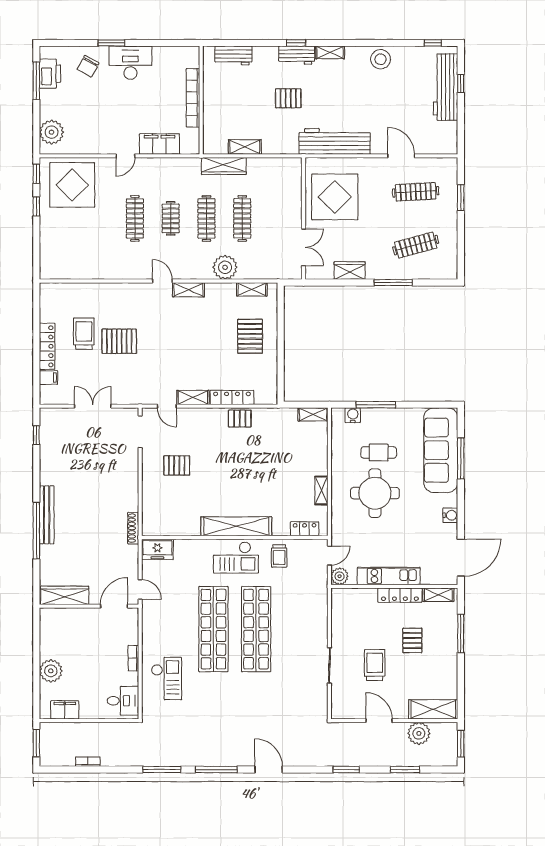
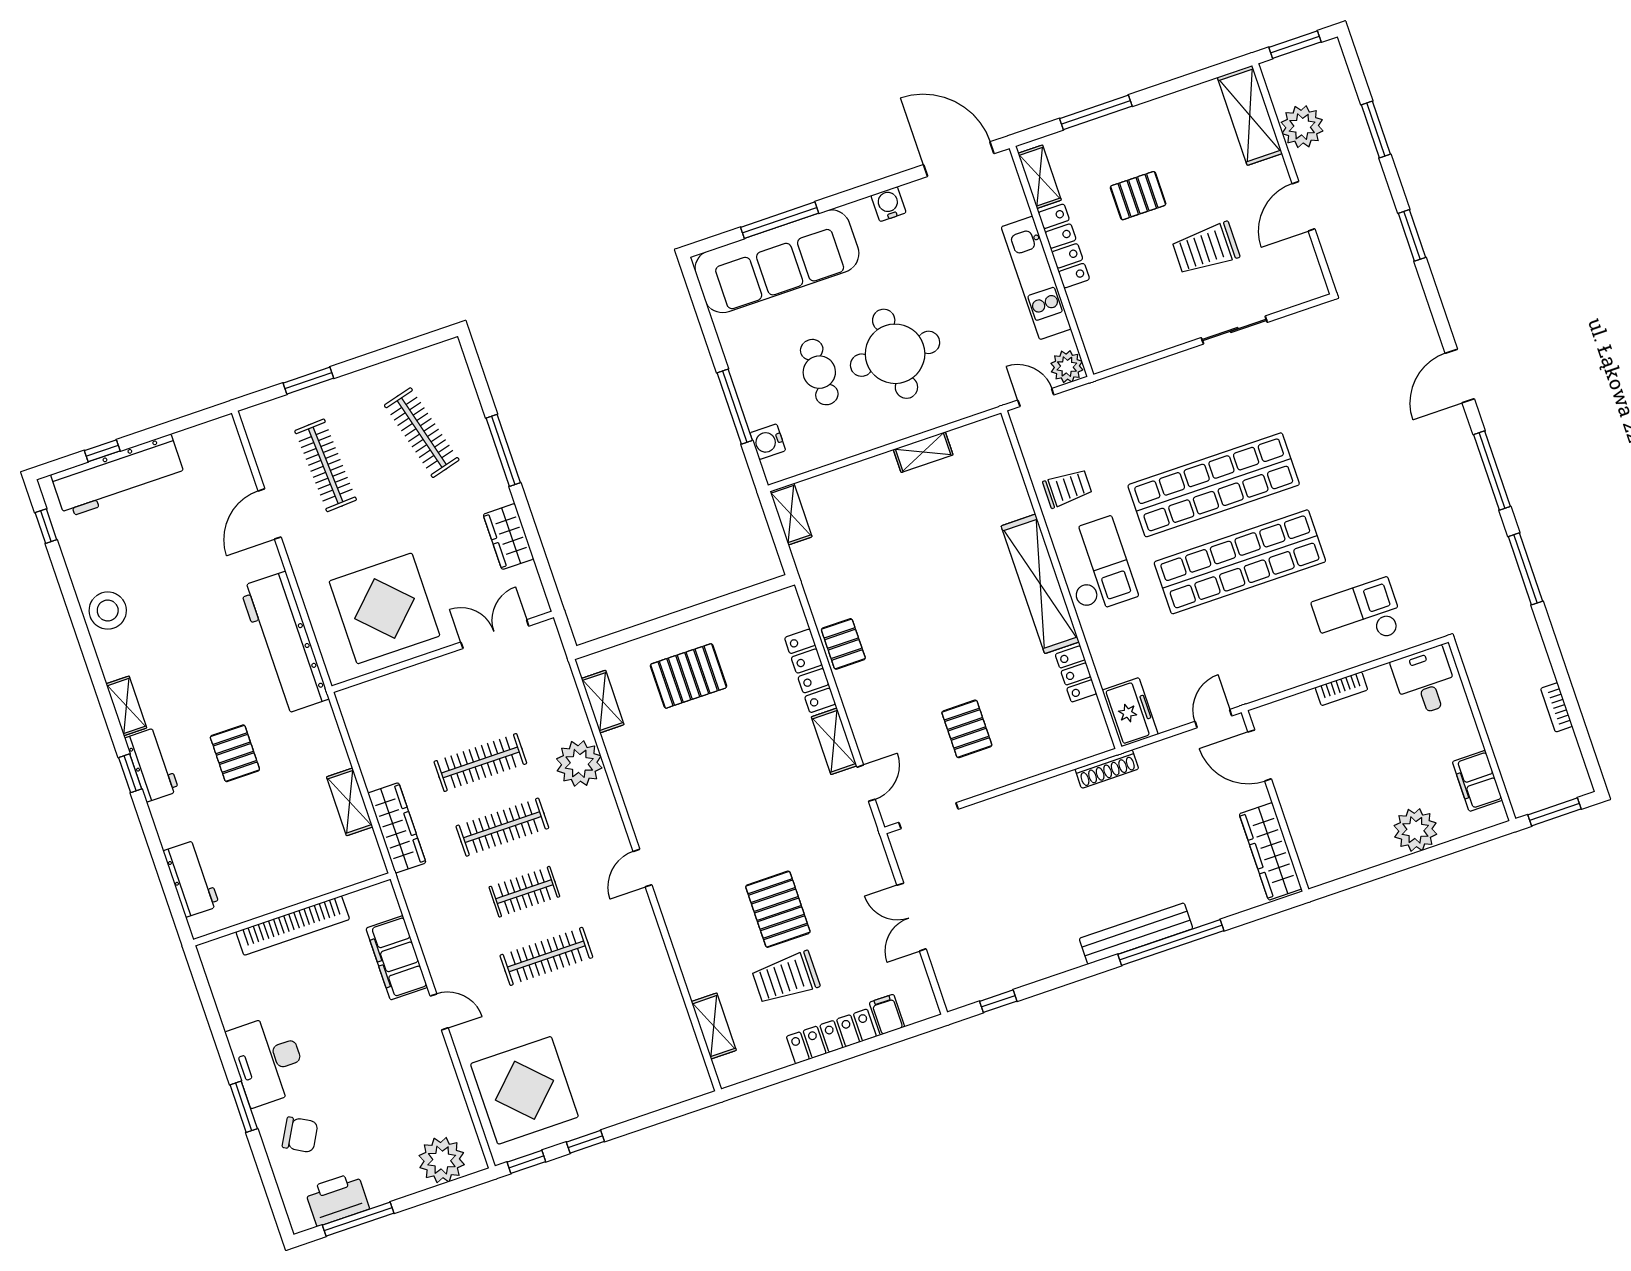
shelving: (188, 290) -> (714, 1026), moved
locker: (305, 529) -> (1076, 674), moved

